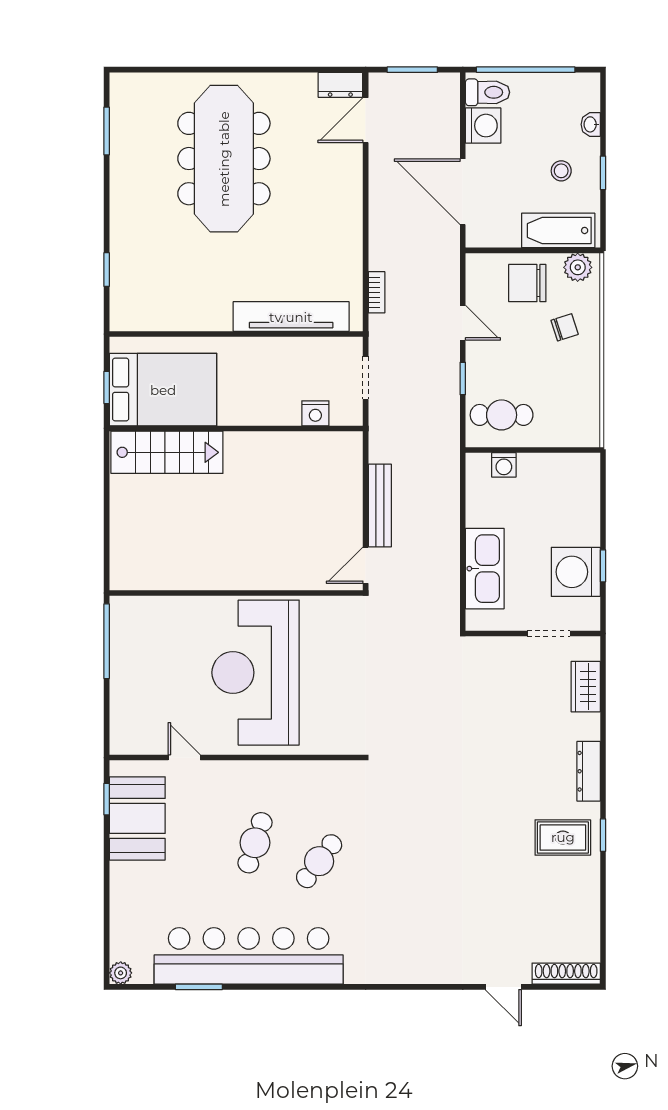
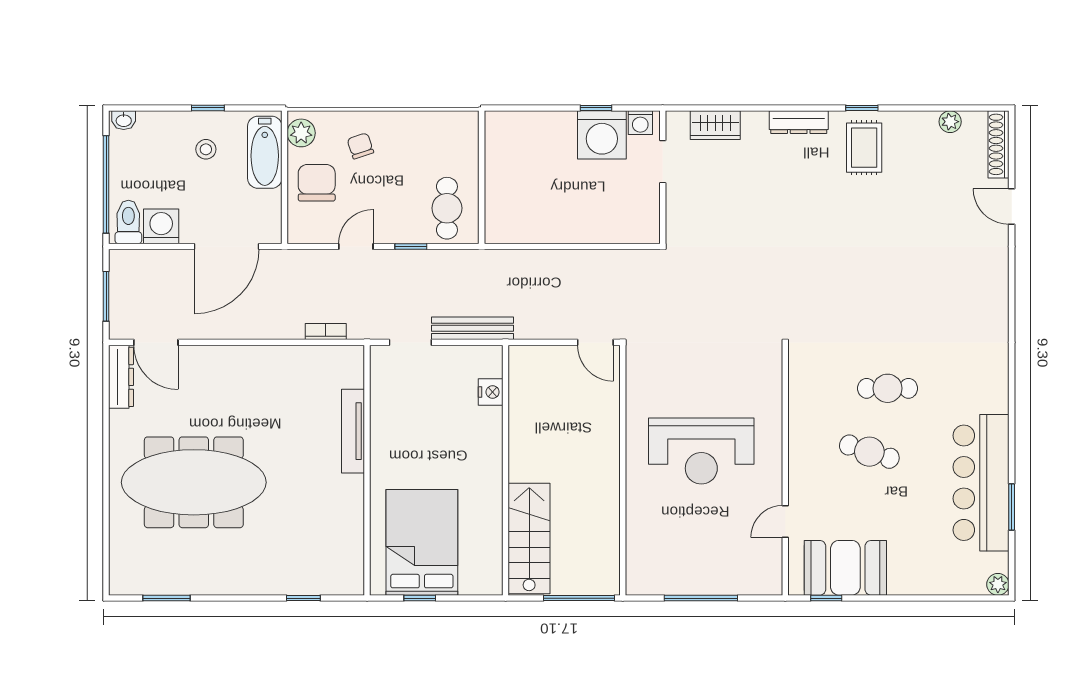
dresser: (340, 85) -> (121, 377), width x1.44
washbasin: (591, 124) -> (124, 120), moved
chair: (527, 283) -> (317, 183), turned 180
tv unit: (291, 317) -> (353, 431), width x0.73, depth x0.78
nightstand: (315, 413) -> (491, 392), moved
wall: (236, 428) -> (506, 470), moved
stairs: (167, 452) -> (529, 539), moved
washing machine: (504, 465) -> (640, 123), moved, turned 90
bench: (380, 505) -> (472, 328), moved
window: (107, 549) -> (579, 598), added
kitchen sink: (485, 569) -> (599, 225), removed
window: (107, 641) -> (701, 598), moved
reception desk: (256, 673) -> (701, 451), width x0.74, depth x0.77
cafe table: (319, 861) -> (888, 388), turned -37
plant: (589, 925) -> (950, 122), added
bar counter: (249, 956) -> (981, 483), width x0.73
door: (503, 987) -> (1012, 207), swing flipped

